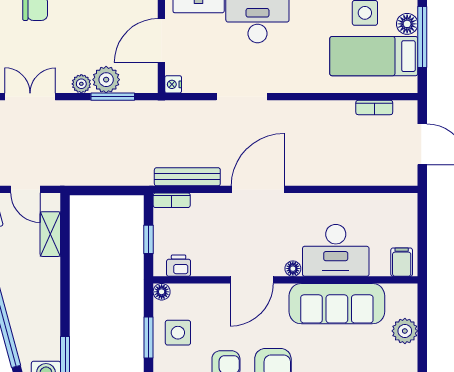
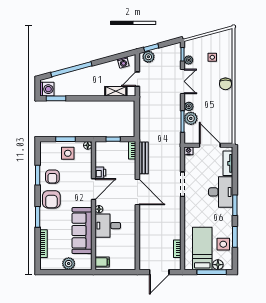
desk: (336, 250) -> (108, 226), width x0.73
printer: (179, 266) -> (100, 173), moved
door: (252, 280) -> (93, 189), swing flipped

